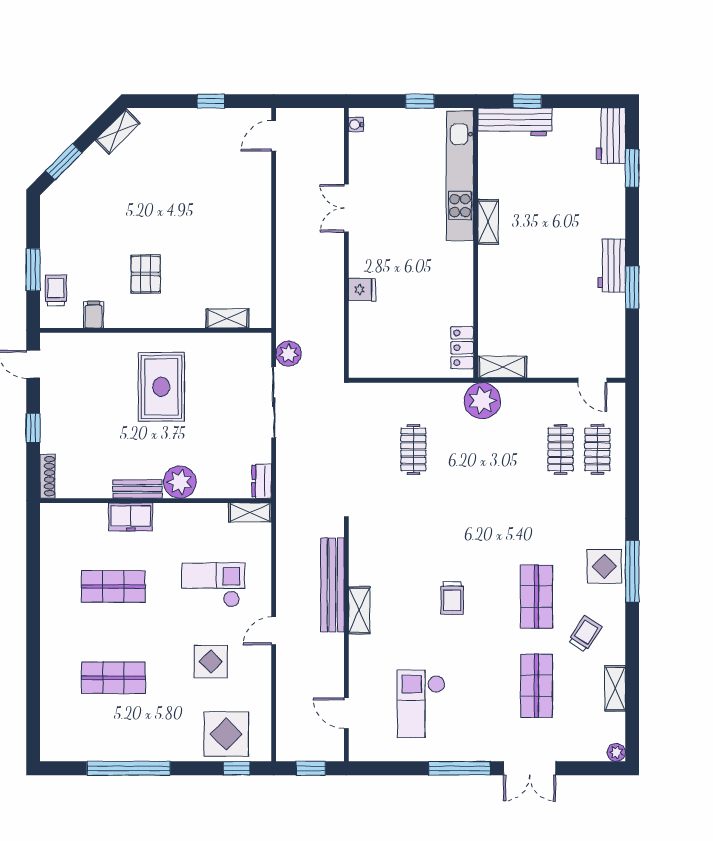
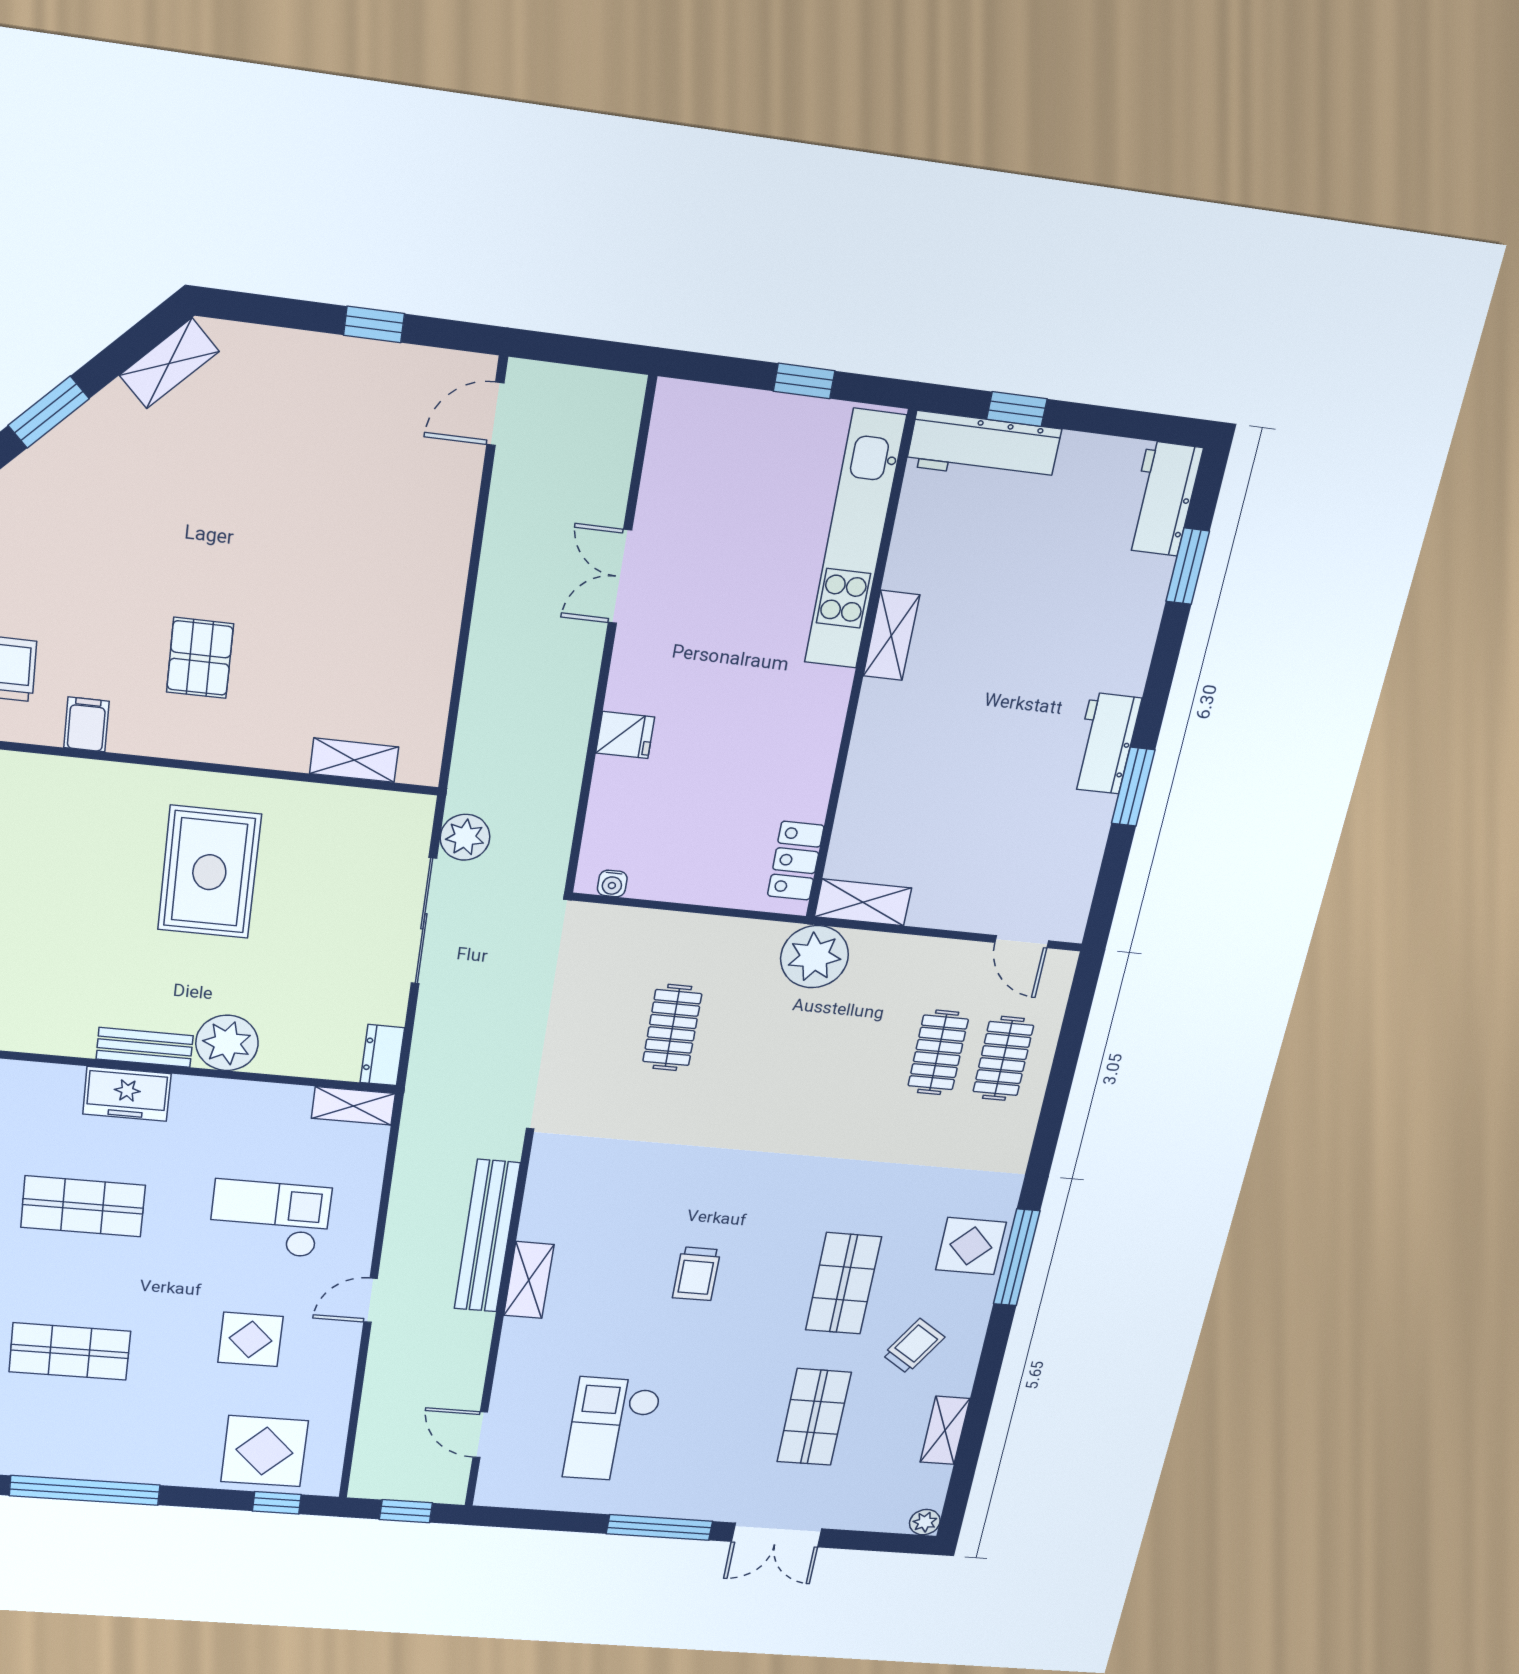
water cooler: (356, 125) -> (612, 883), moved, turned -90

